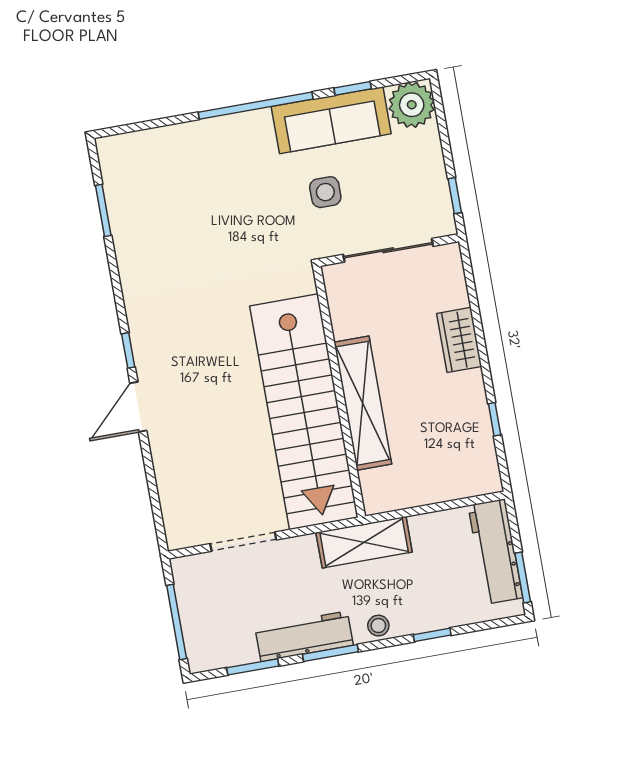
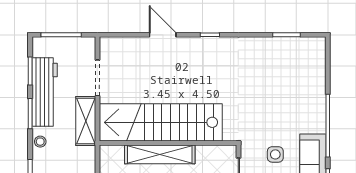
door: (138, 407) -> (163, 35), moved
shelving: (364, 542) -> (86, 121), moved
workbench: (304, 636) -> (45, 92), width x1.36, depth x1.32

